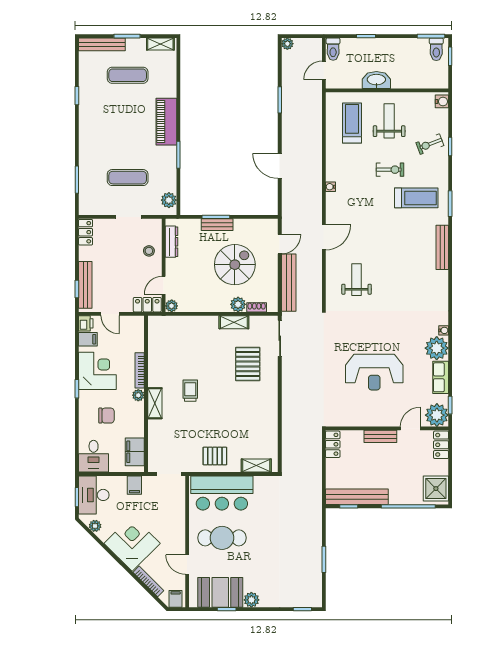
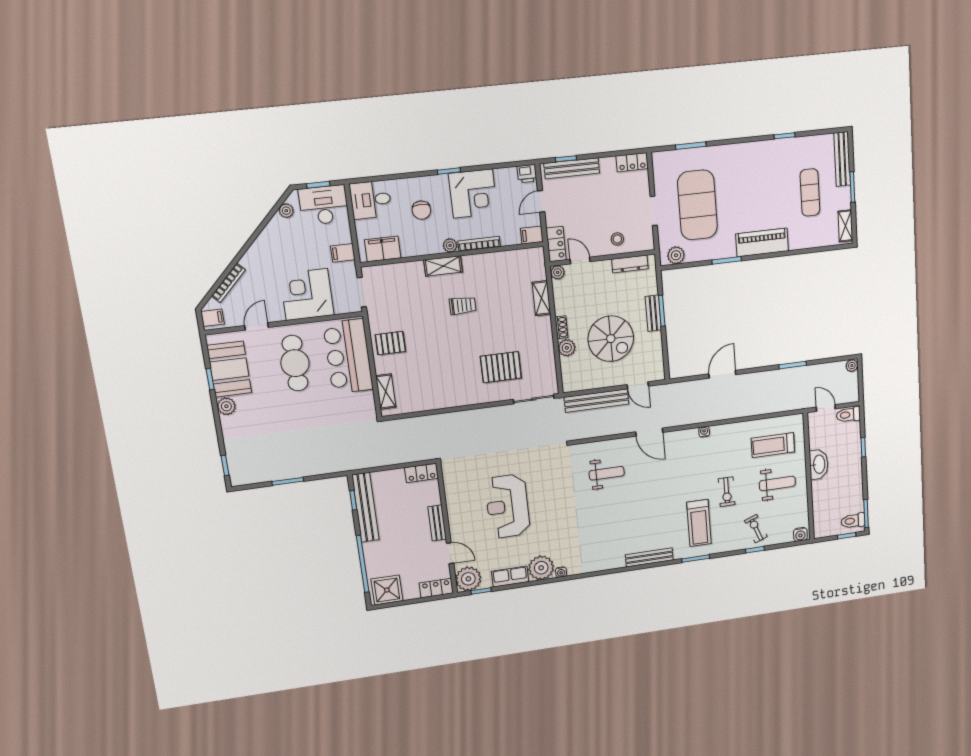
treadmill: (352, 123) -> (773, 445), turned 180
exercise mat: (128, 178) -> (697, 205), width x2.00, depth x1.45
shoe rack: (257, 307) -> (561, 327), moved
shelving: (234, 322) -> (541, 298), moved
filing cabinet: (88, 339) -> (532, 235), moved, turned 90
pallet: (215, 456) -> (390, 343), turned 90
corner desk: (132, 543) -> (307, 294), moved, turned -135

